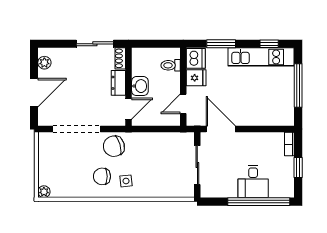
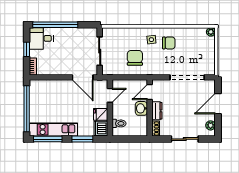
sliding door: (95, 44) -> (185, 139), moved
window: (269, 44) -> (48, 139), width x2.17
window: (298, 85) -> (27, 109), width x1.46
chair: (114, 146) -> (135, 58), moved, turned -74
desk: (253, 181) -> (41, 38), moved, turned -90

